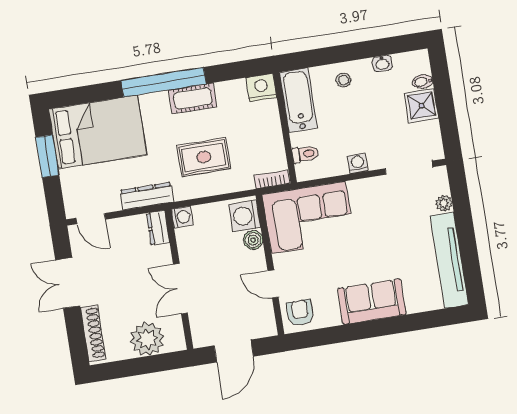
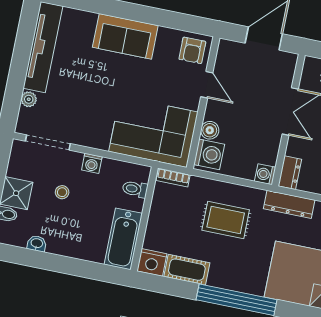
stool: (343, 80) -> (62, 192), moved
cot: (193, 98) -> (187, 270), moved

